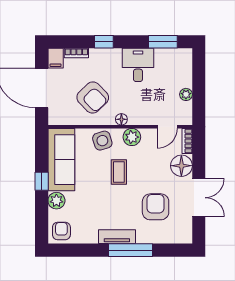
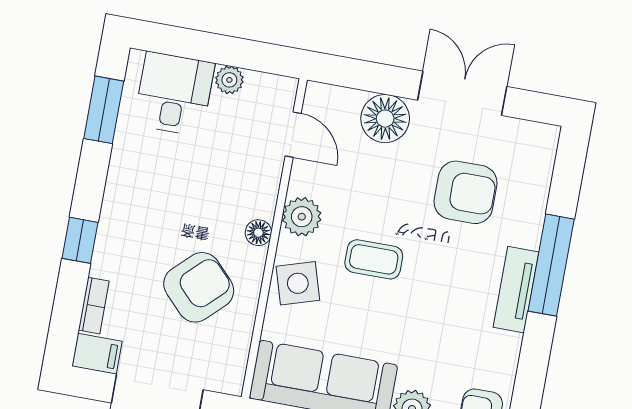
desk: (138, 65) -> (174, 94), moved, turned 90
bookcase: (187, 141) -> (333, 96), removed
armchair: (156, 207) -> (466, 192), turned 180

